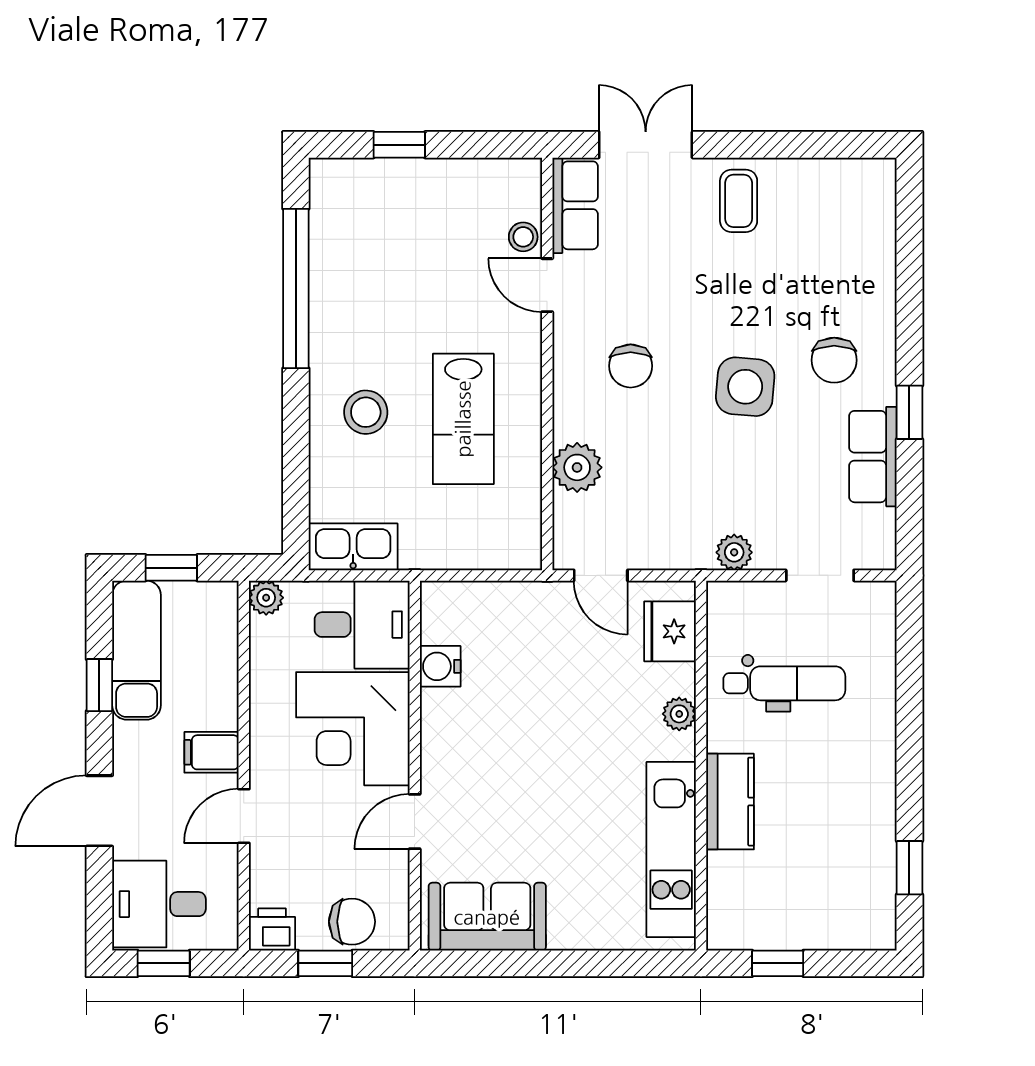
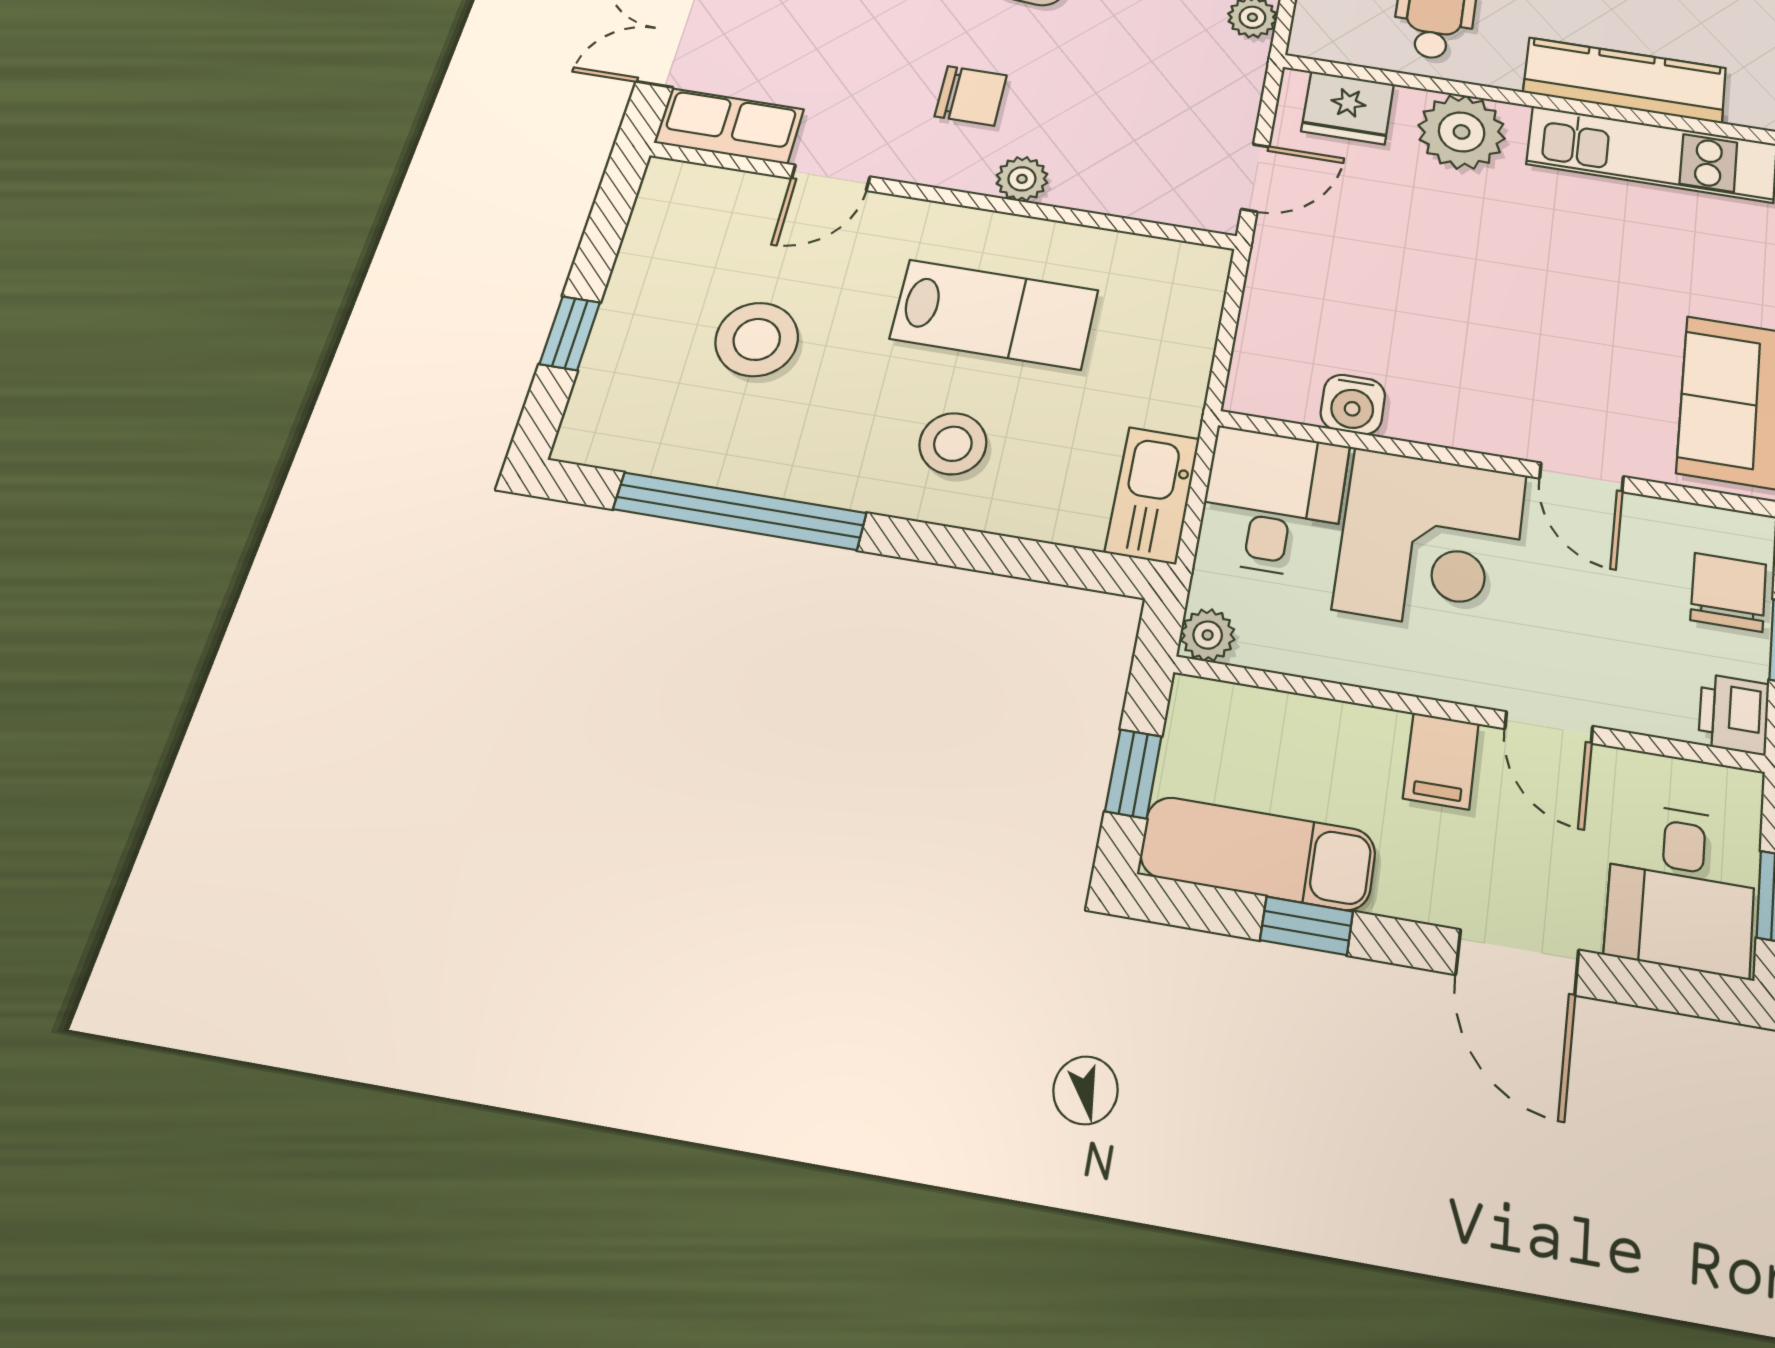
stool: (523, 237) -> (757, 339), moved, width x1.89, depth x1.89
plant: (577, 467) -> (1022, 179), moved, width x0.73, depth x0.73
plant: (679, 714) -> (1462, 132), width x1.87, depth x1.87
kitchen counter: (730, 802) -> (1625, 80), width x1.50

